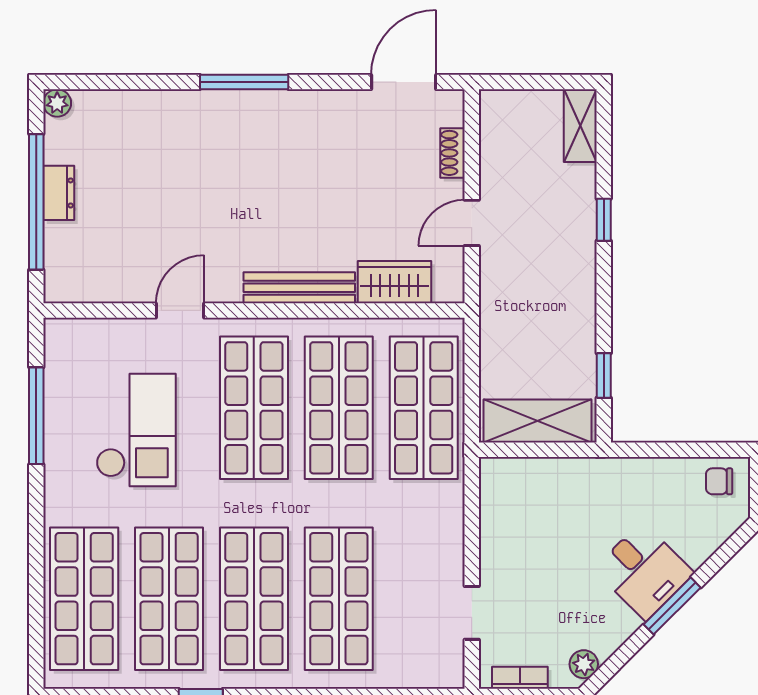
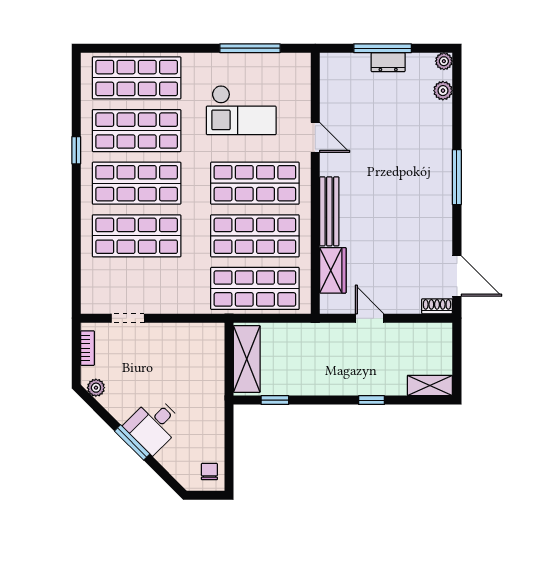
plant: (105, 104) -> (443, 91), added
shoe rack: (452, 153) -> (437, 306), moved
window: (36, 202) -> (383, 48), width x0.68

